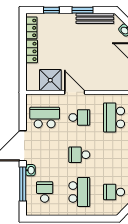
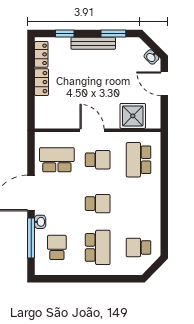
window: (82, 10) -> (113, 33), moved
bench: (95, 18) -> (93, 43), moved
shower: (50, 80) -> (133, 116), moved
school desk: (79, 155) -> (98, 204), turned 180

